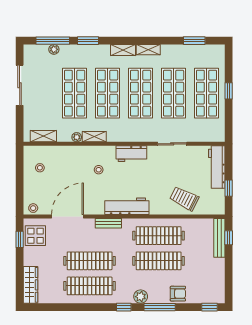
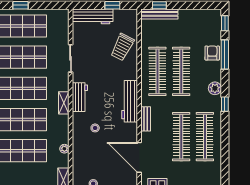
shelving: (94, 137) -> (64, 103), moved
window: (160, 307) -> (225, 54), moved

